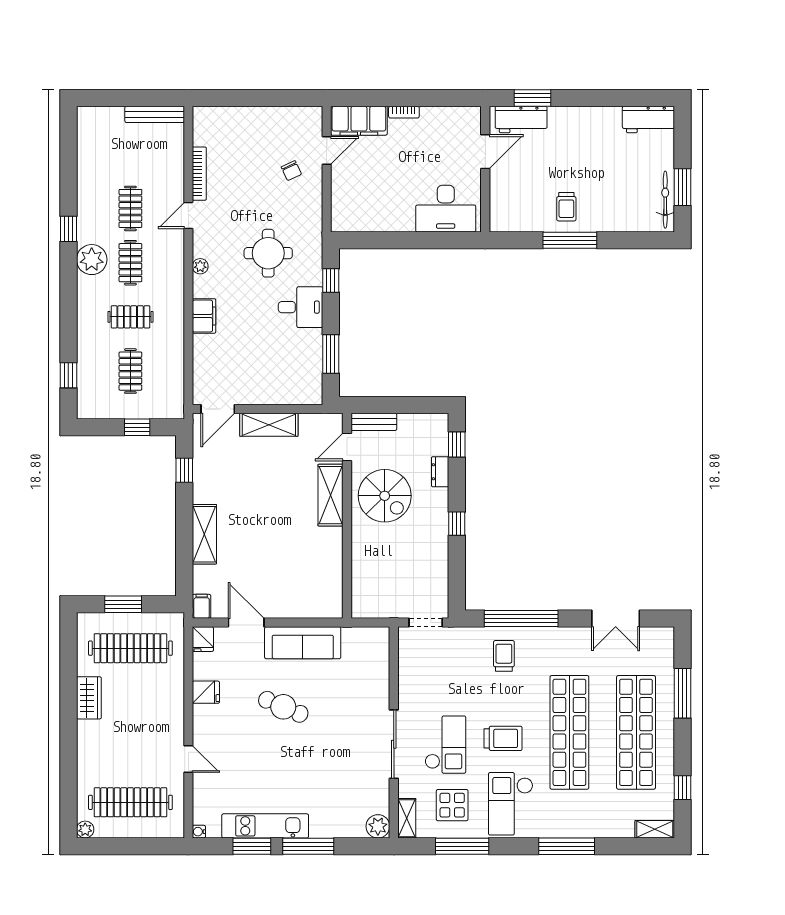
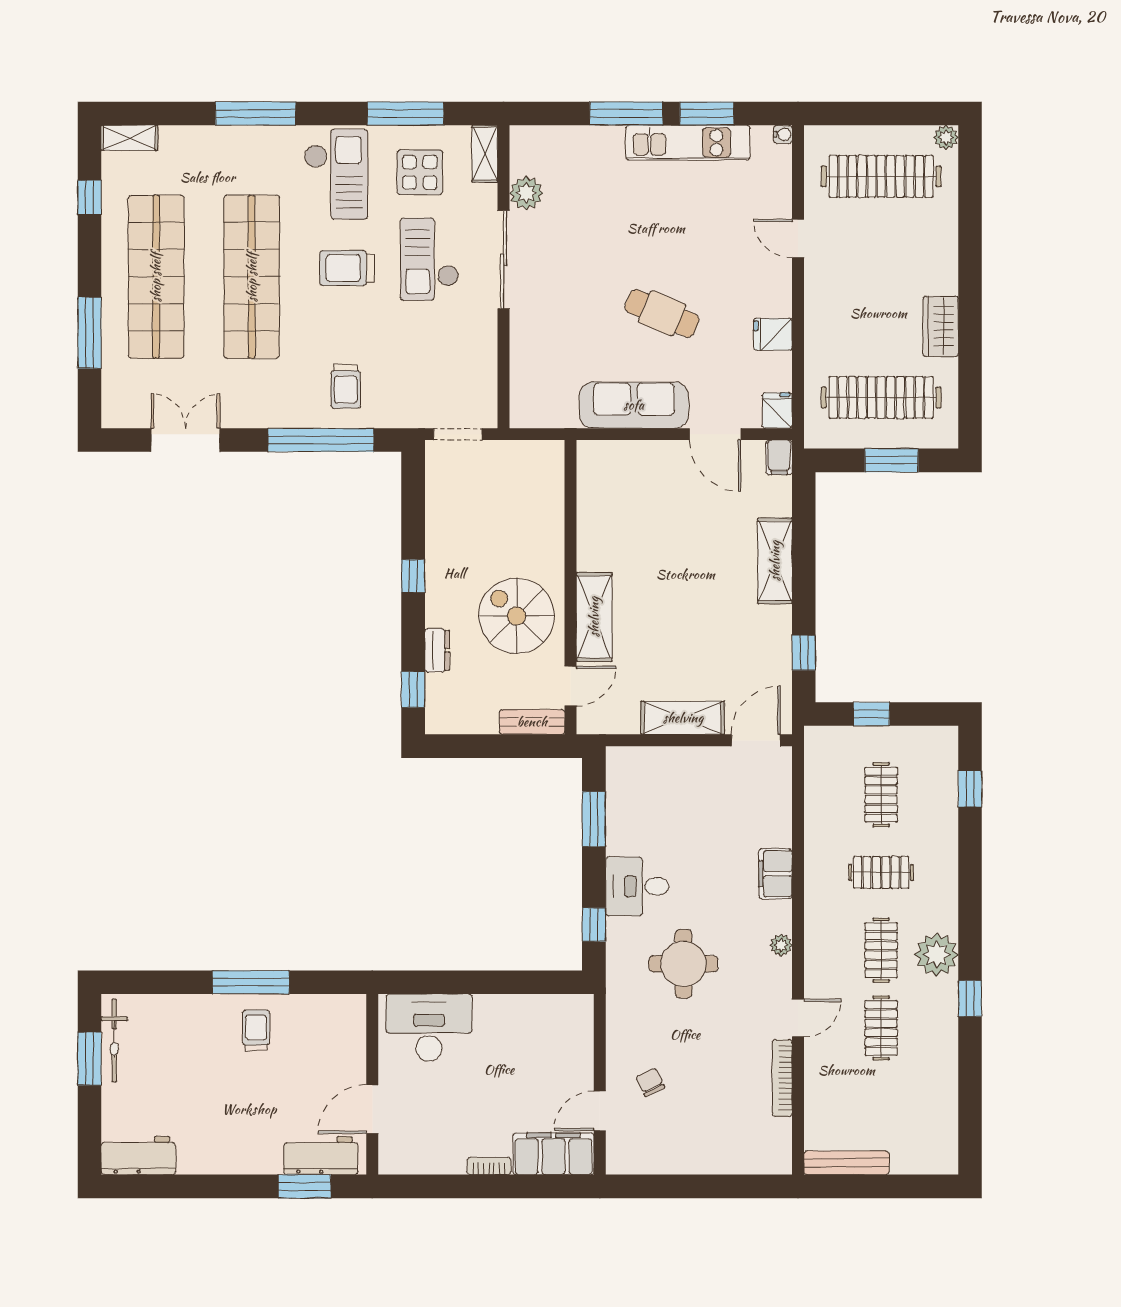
plant: (378, 826) -> (526, 193), moved

